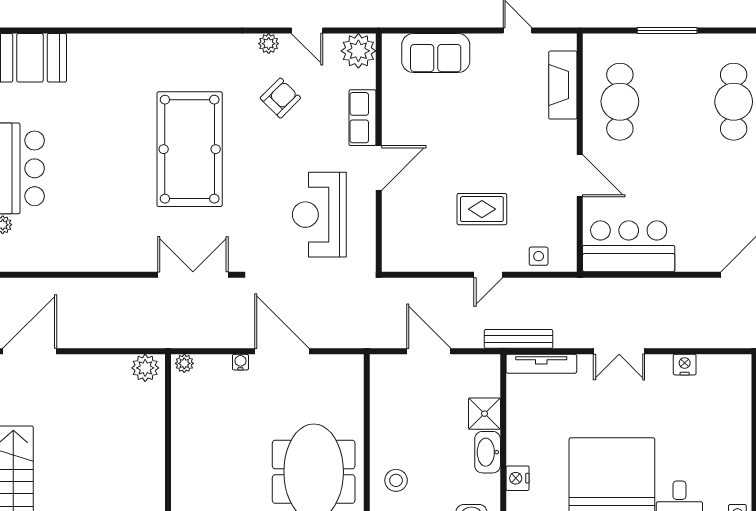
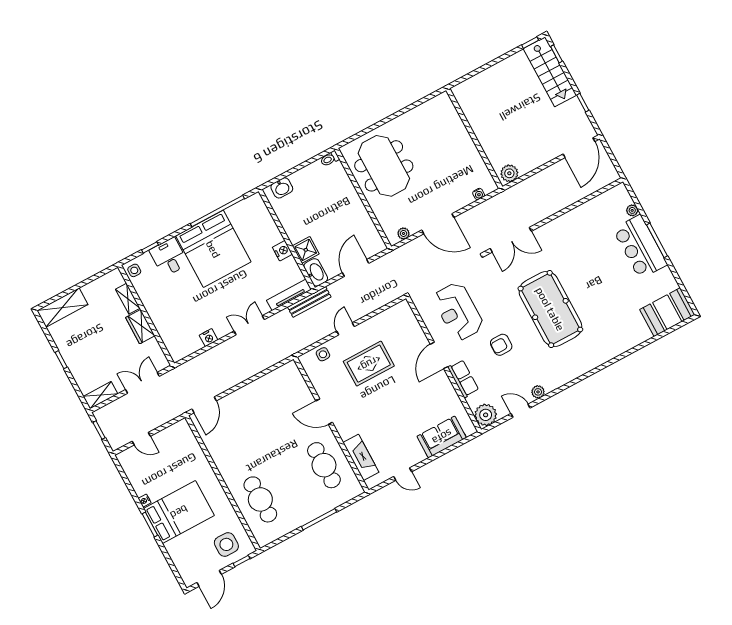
armchair: (280, 98) -> (501, 345), moved, turned 45
rug: (482, 209) -> (369, 364), width x1.36, depth x1.43
reception desk: (319, 215) -> (458, 311), turned 180
bar counter: (629, 246) -> (276, 387), removed
door: (429, 351) -> (356, 268), swing flipped
water cooler: (240, 362) -> (479, 194), moved
plant: (184, 363) -> (403, 233), moved
washbasin: (488, 452) -> (316, 272), moved
nightstand: (518, 478) -> (282, 251), moved
stool: (396, 480) -> (335, 186), removed

